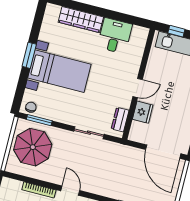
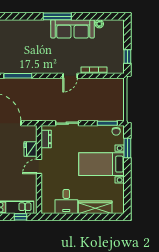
window: (29, 55) -> (127, 148), moved
parasol: (33, 147) -> (107, 101), removed
door: (70, 191) -> (70, 76), hinge flipped

